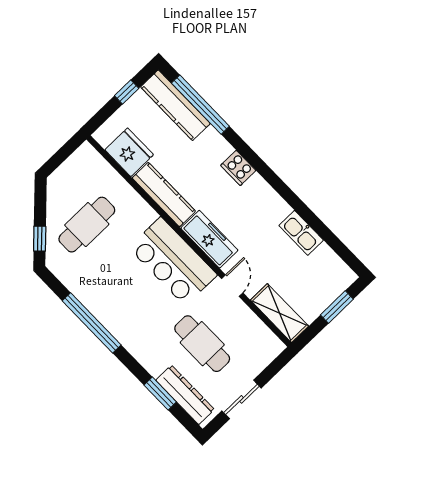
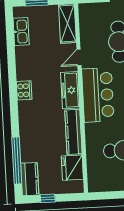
kitchen counter: (175, 105) -> (30, 179), width x0.67
cooker: (238, 168) -> (24, 90), moved
kitchen sink: (301, 233) -> (21, 32), moved

